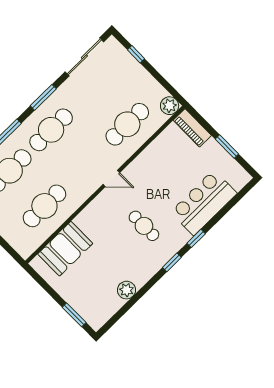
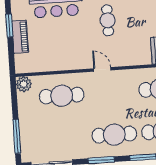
window: (136, 54) -> (17, 136), width x2.17
piano: (192, 128) -> (20, 37), moved

